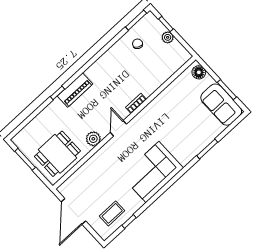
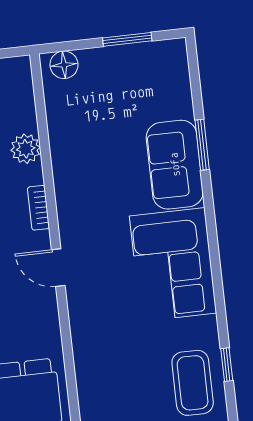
sofa: (221, 105) -> (175, 165), moved, turned 90
plant: (93, 139) -> (26, 149), moved
coffee table: (112, 213) -> (193, 383), width x1.36, depth x1.30

